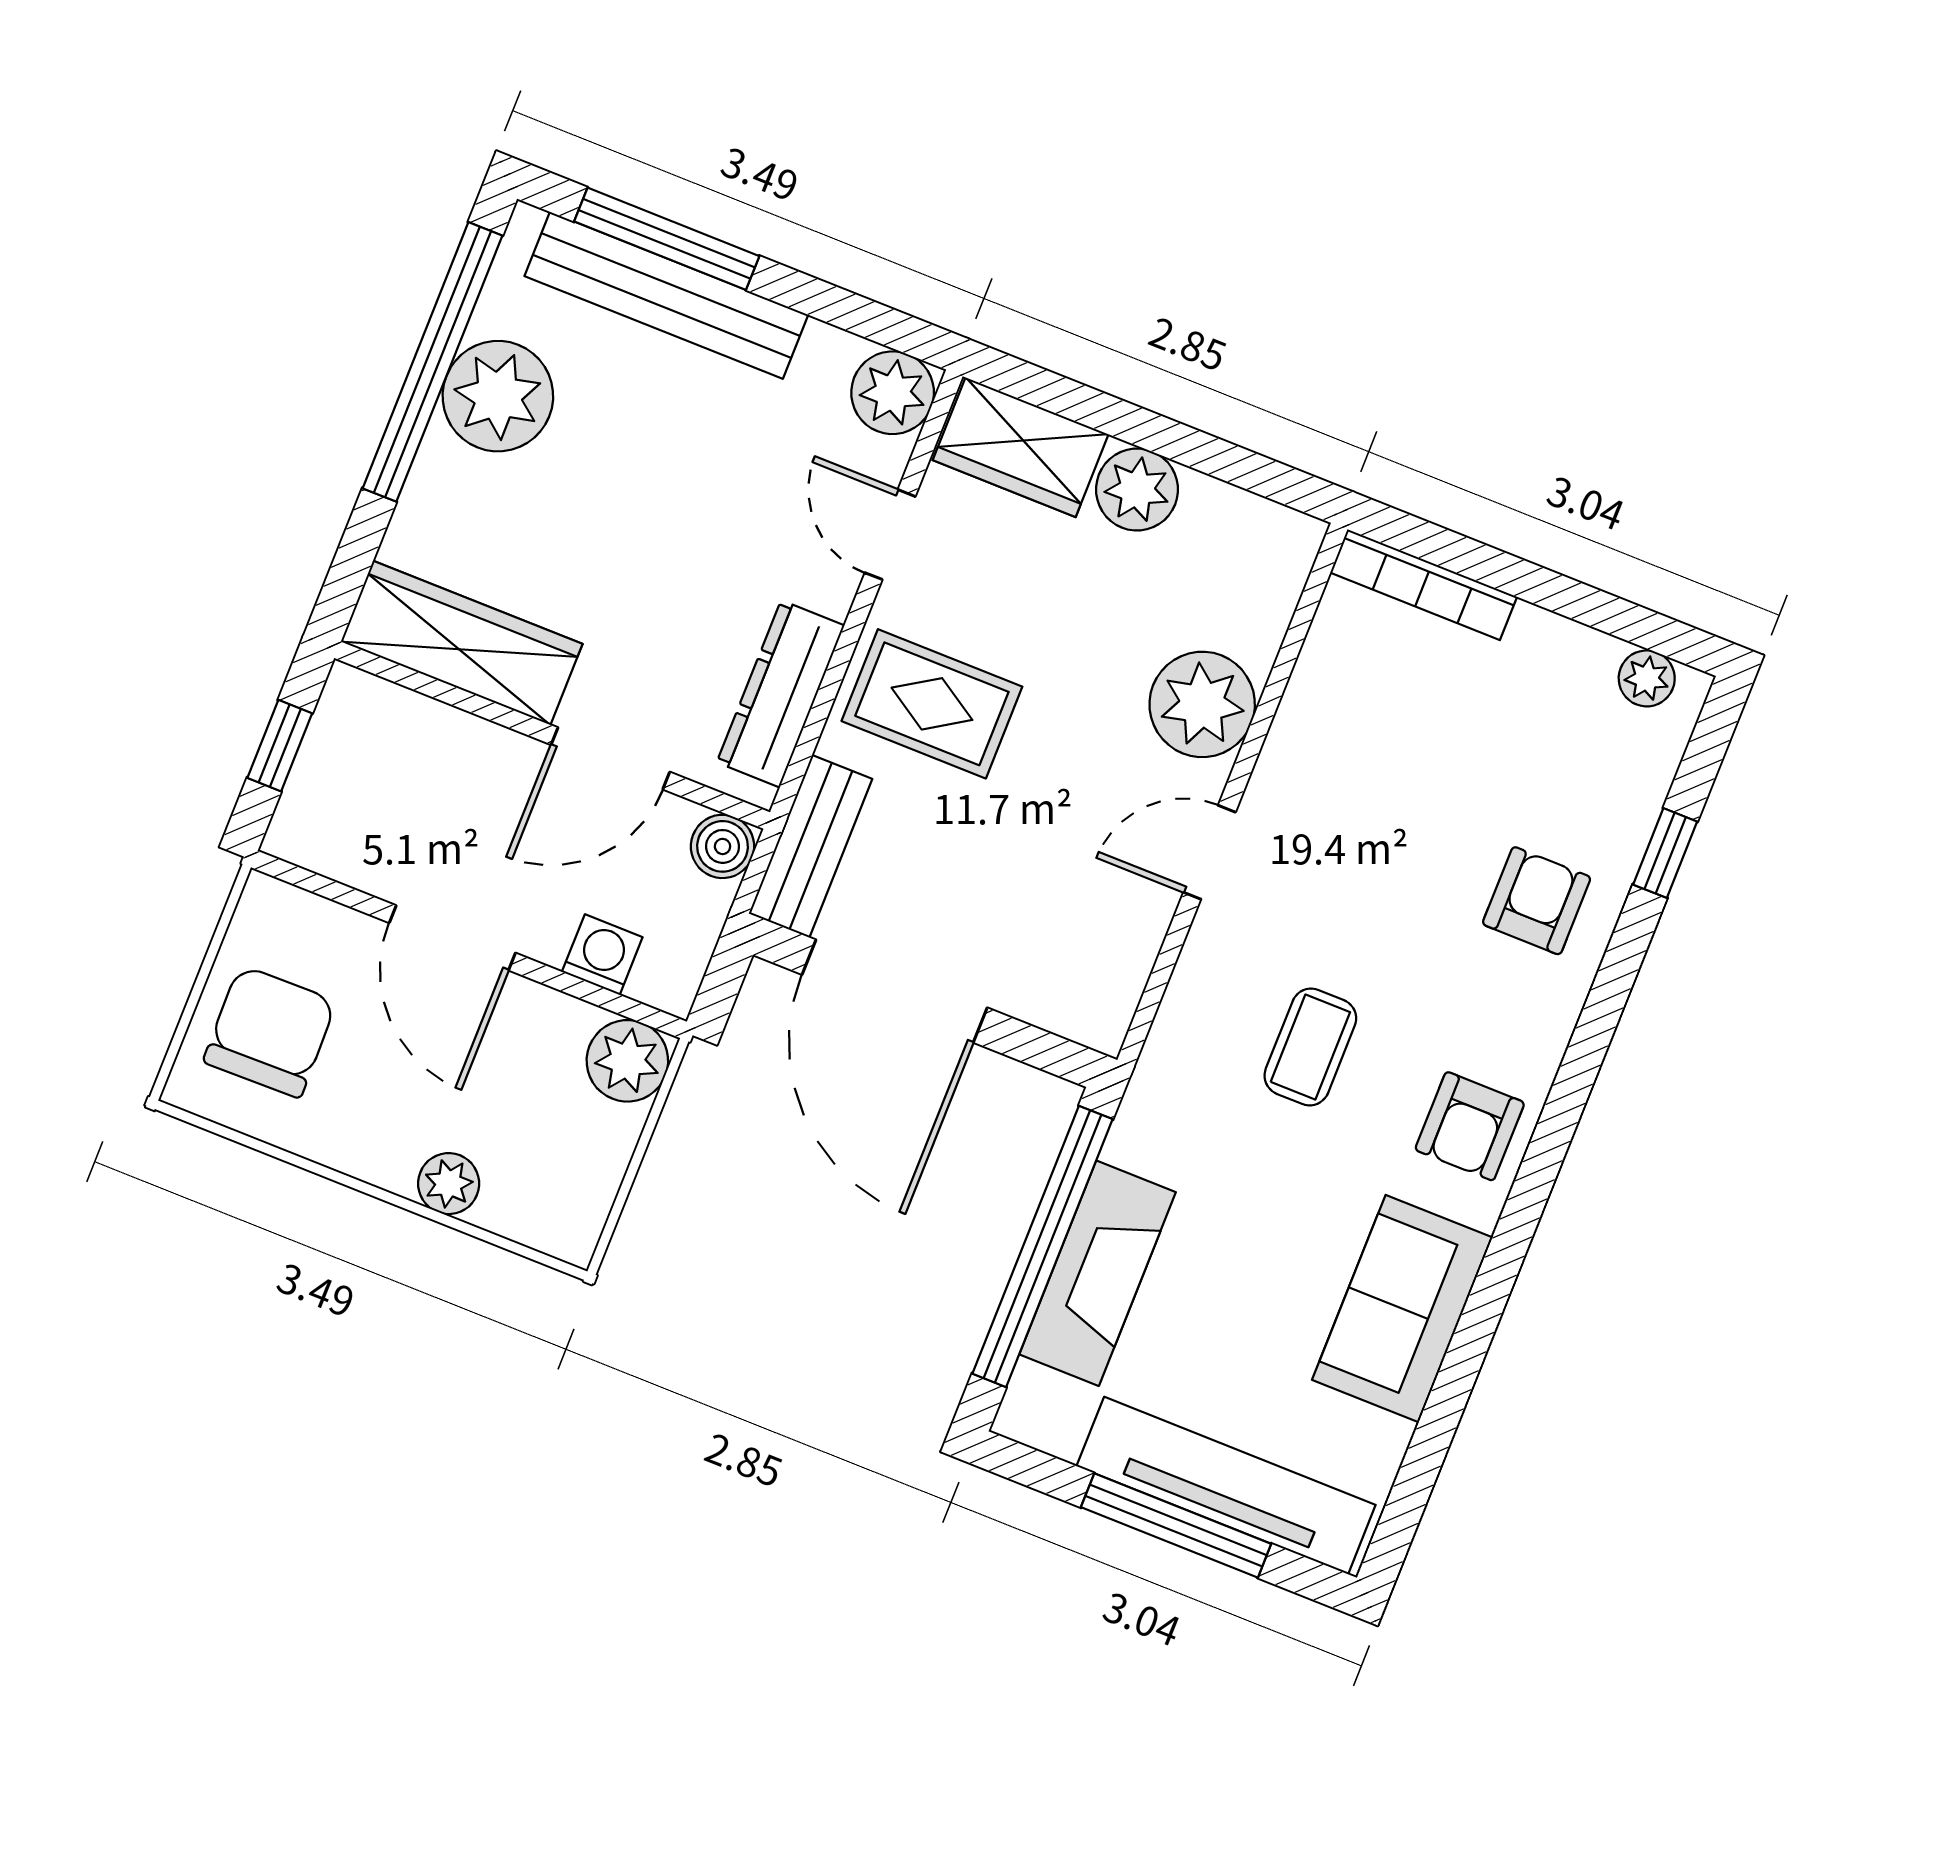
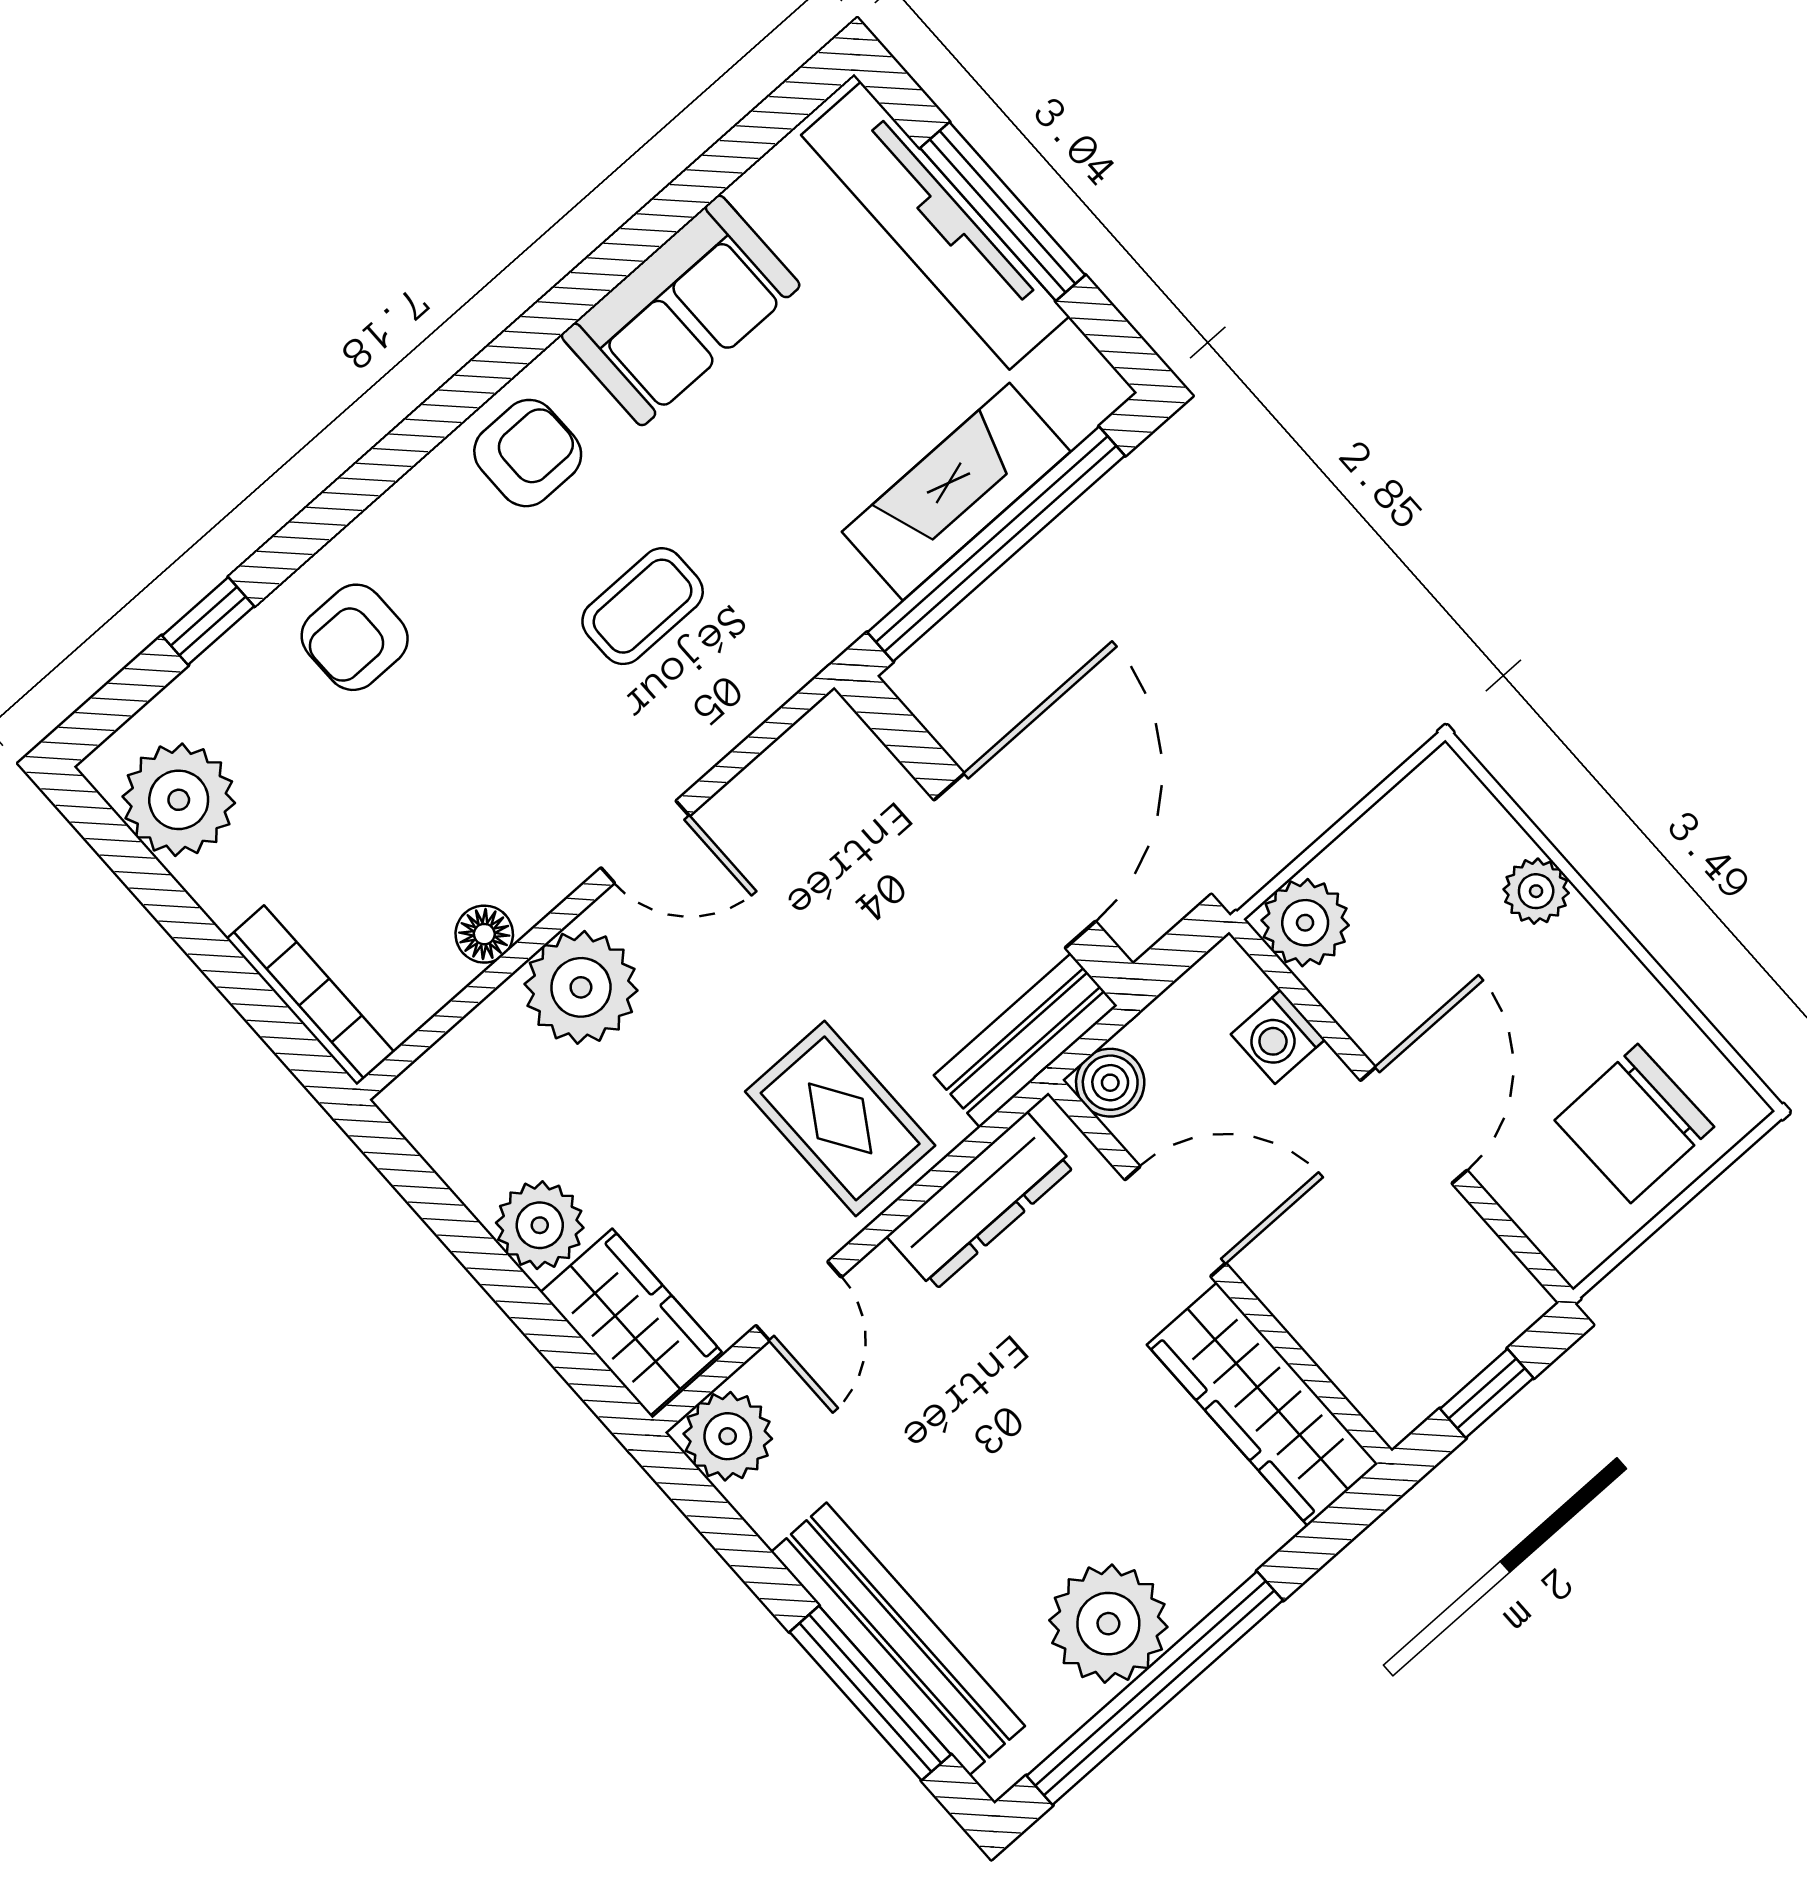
plant: (1647, 678) -> (179, 800), width x1.88, depth x1.88
floor lamp: (1305, 708) -> (484, 934), added

